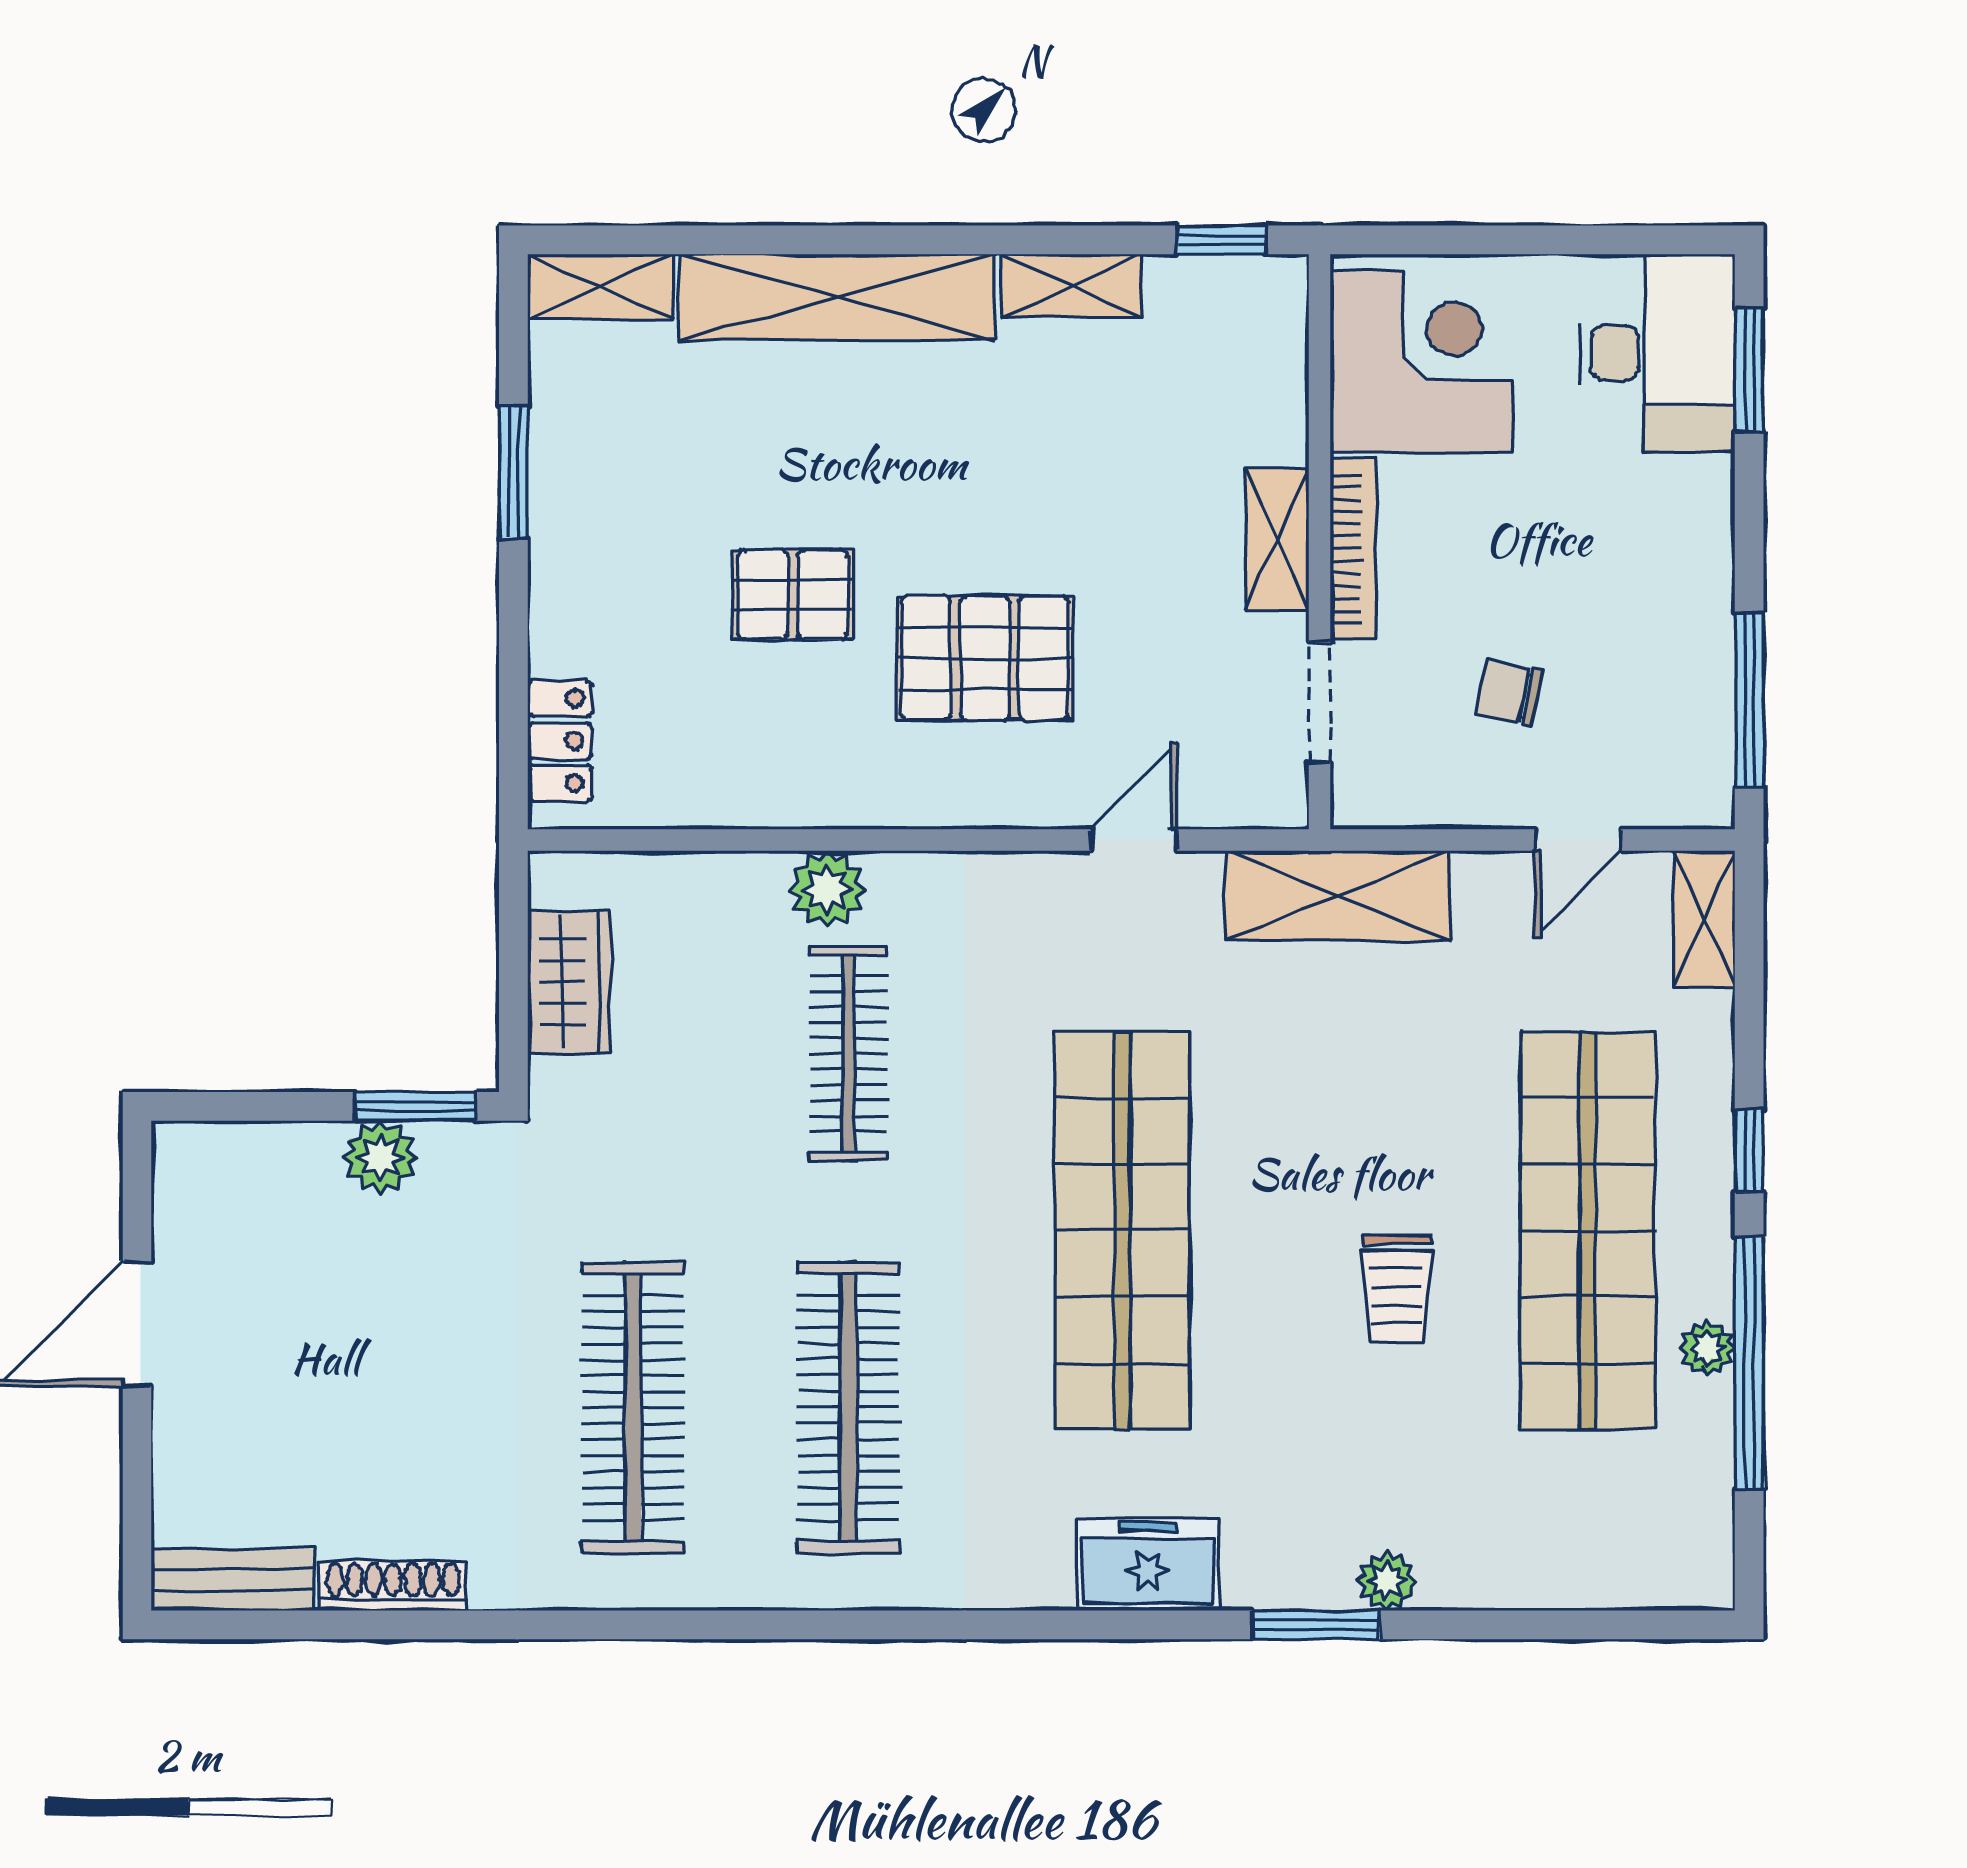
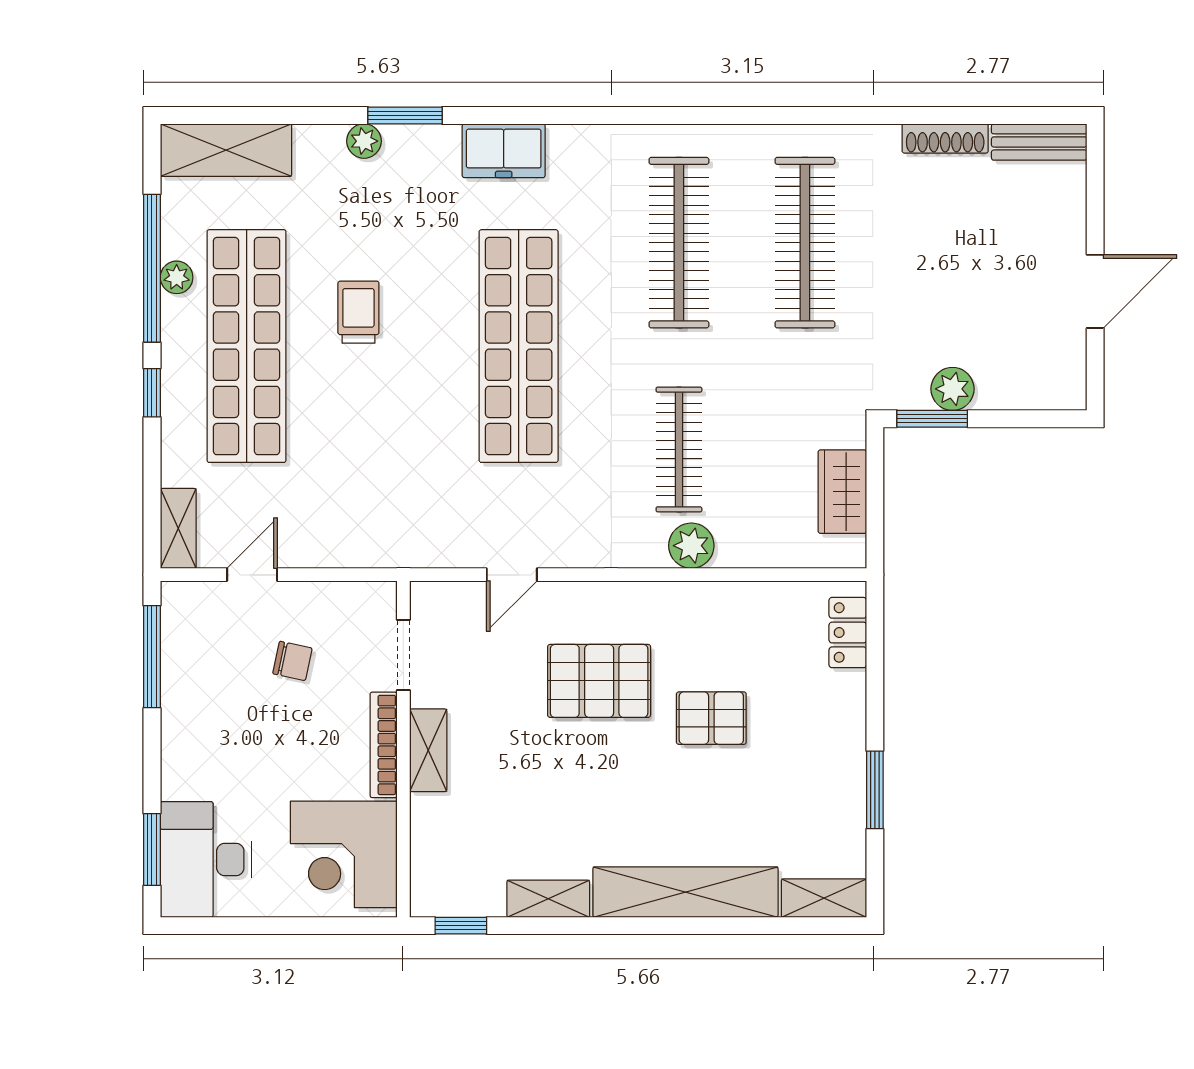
shelving: (1338, 896) -> (226, 150), moved

